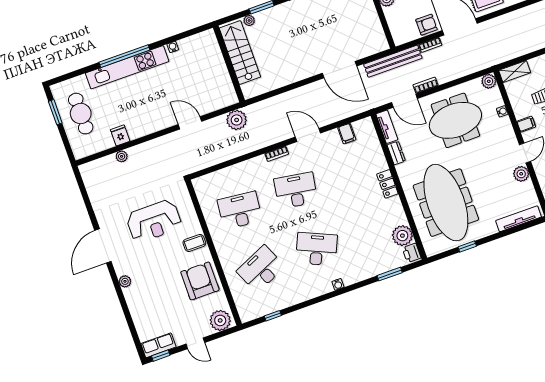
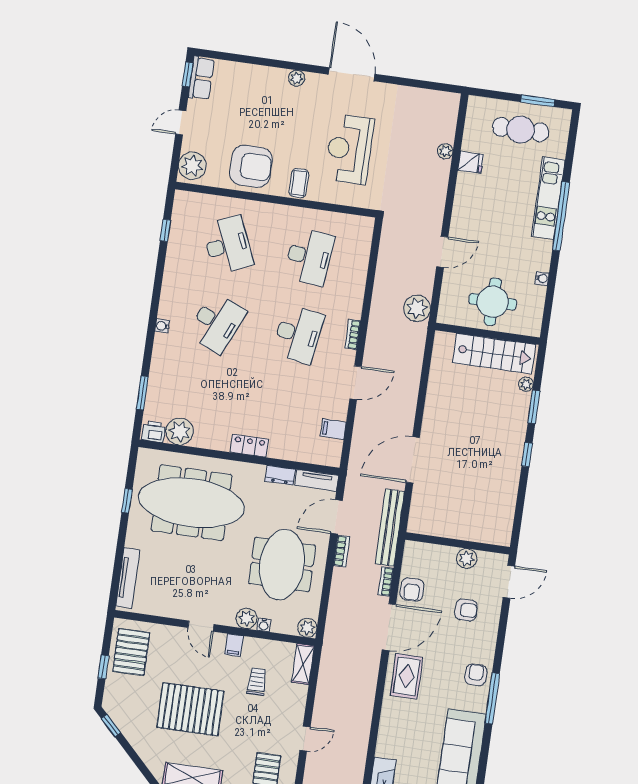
kitchen unit: (127, 67) -> (548, 198), width x0.73
round table: (206, 72) -> (493, 302), added
plant: (521, 174) -> (247, 618), moved

